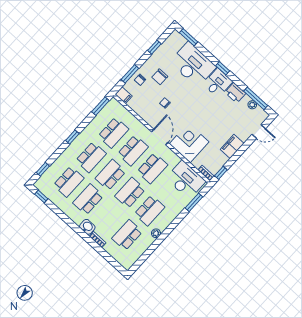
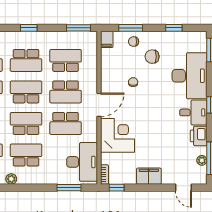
school desk: (113, 133) -> (66, 60), turned 180
school desk: (150, 211) -> (26, 155), turned 180

